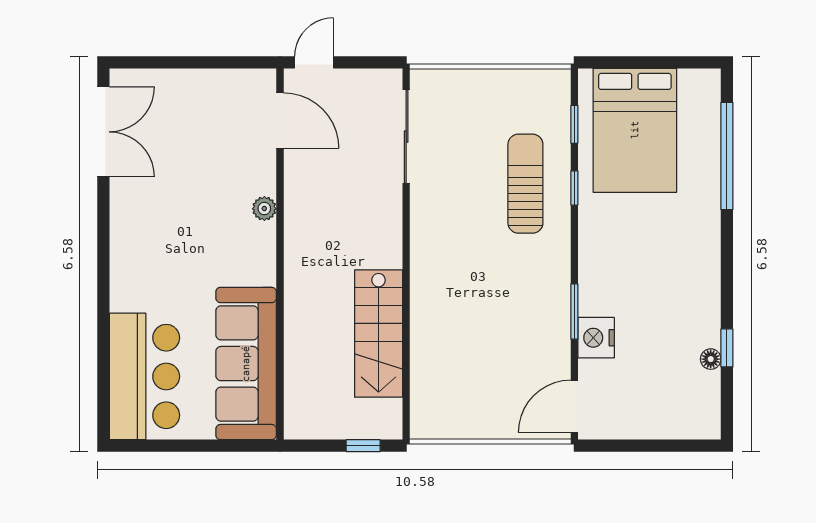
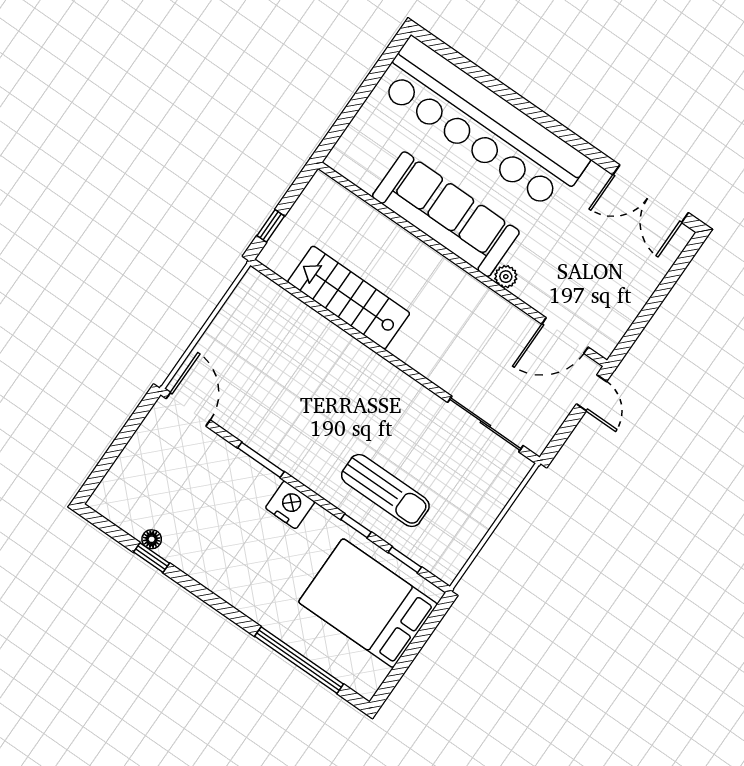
nightstand: (596, 338) -> (290, 505), moved
sofa: (246, 364) -> (446, 214), moved
bar counter: (144, 376) -> (482, 124), width x1.86

